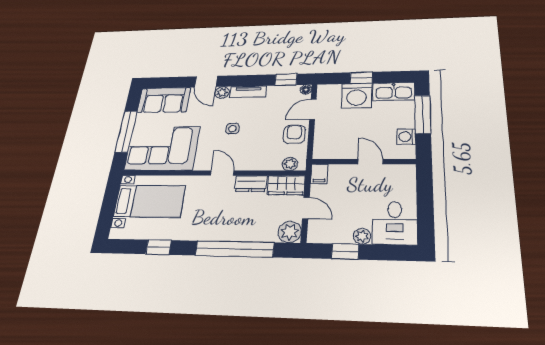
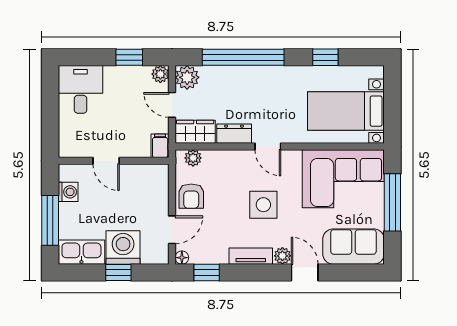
side table: (232, 129) -> (263, 205), width x1.87, depth x1.87
plant: (362, 236) -> (160, 74), moved

